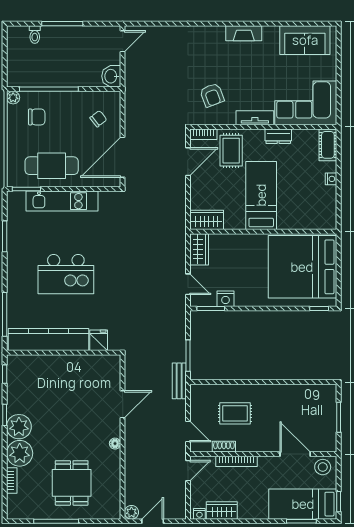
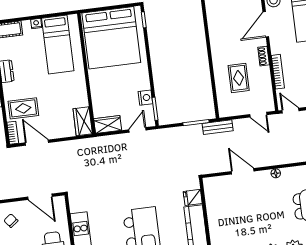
door: (123, 157) -> (40, 197), width x0.73
bed: (261, 195) -> (58, 45), moved, turned -90
door: (188, 432) -> (258, 115), swing flipped
shoe rack: (224, 447) -> (264, 56), moved

